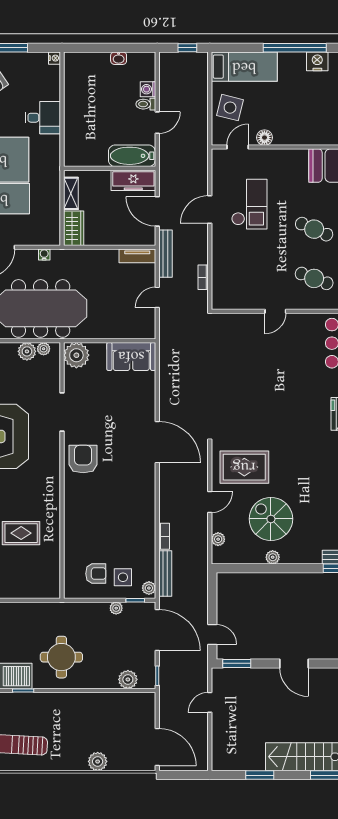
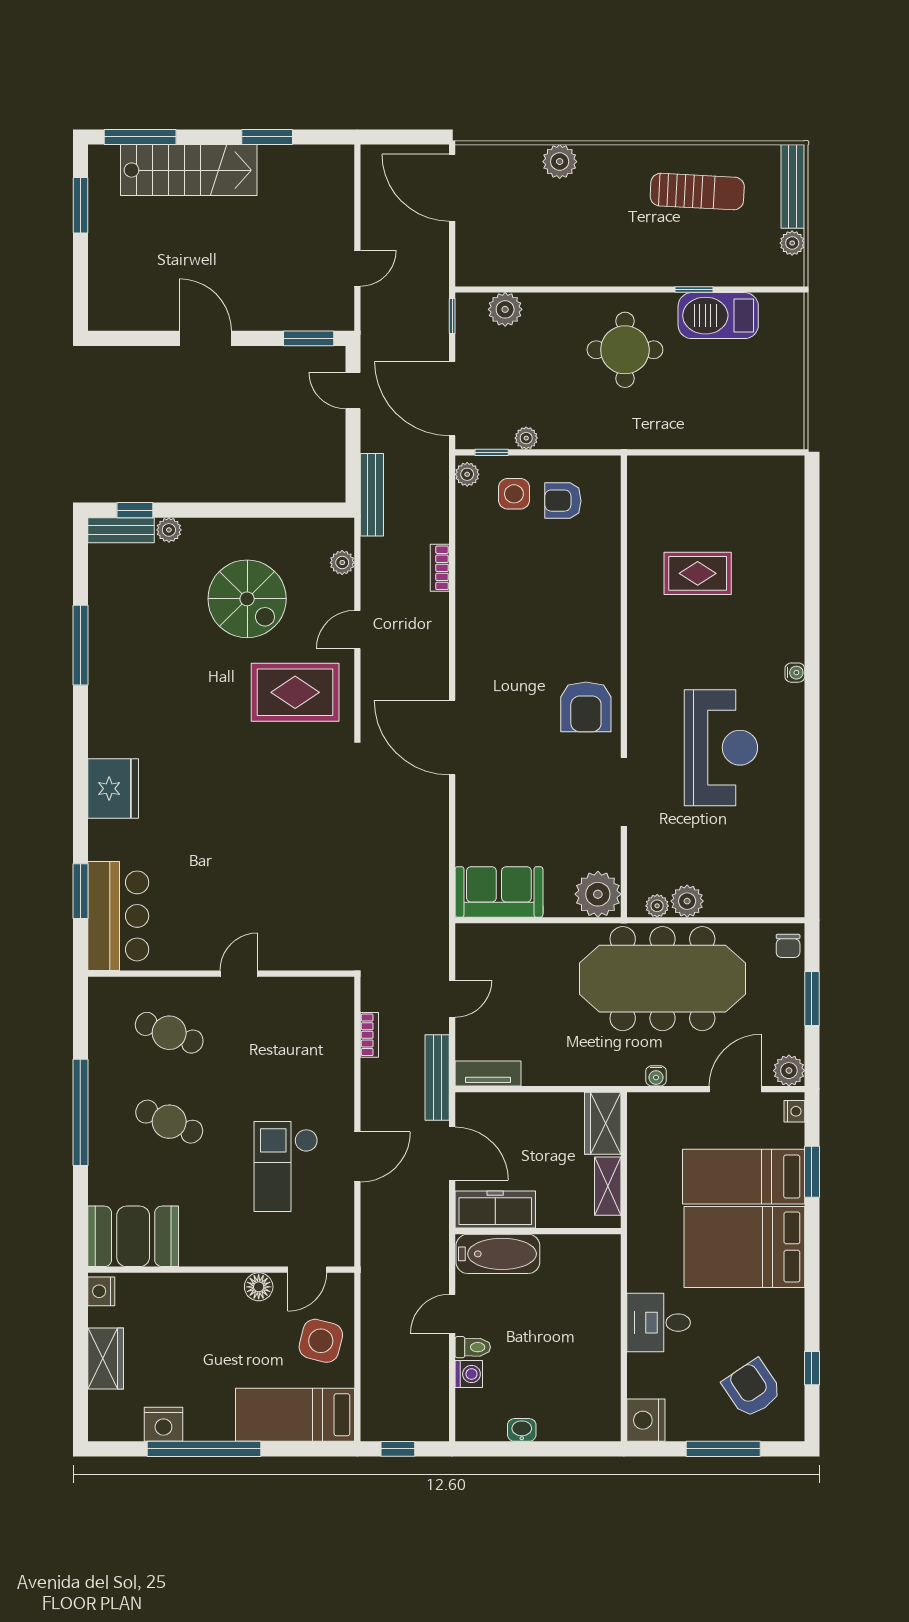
nightstand: (54, 58) -> (646, 1420), width x1.89, depth x1.79
plant: (273, 557) -> (169, 530), moved
bench: (165, 574) -> (372, 495), moved

